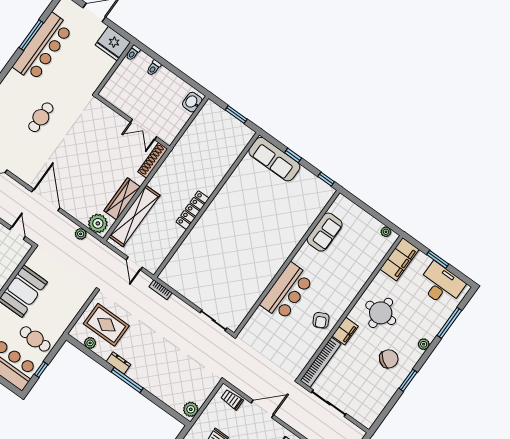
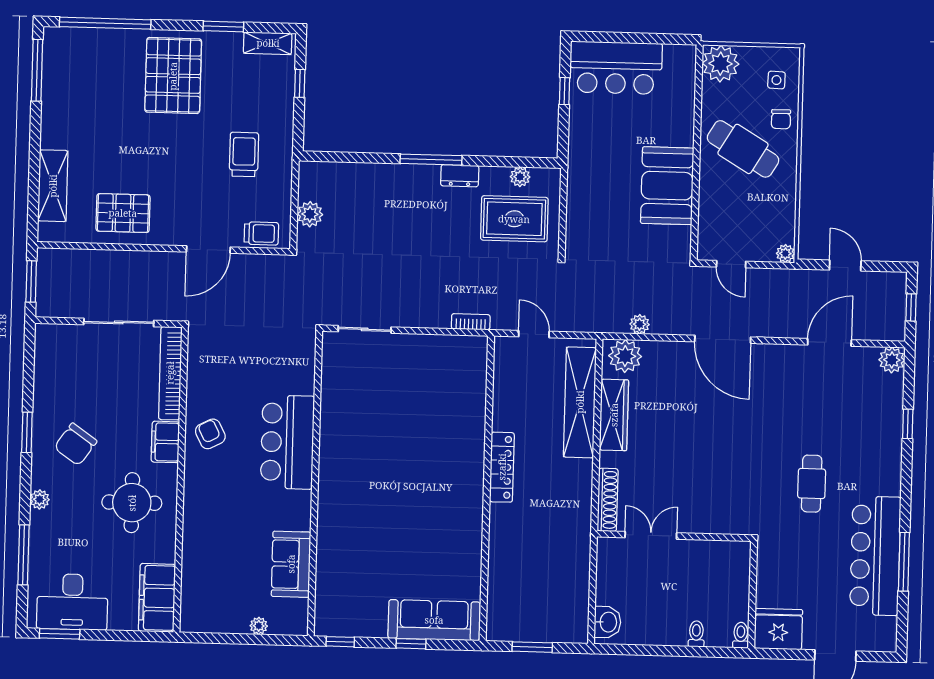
cafe table: (41, 117) -> (812, 484), moved
plant: (386, 232) -> (259, 626), moved
window: (438, 259) -> (60, 634), moved
cafe table: (35, 339) -> (603, 129), removed
plant: (191, 409) -> (310, 214), moved

